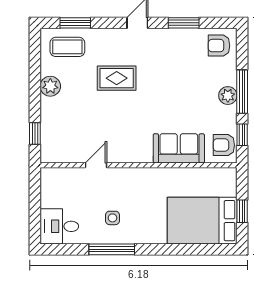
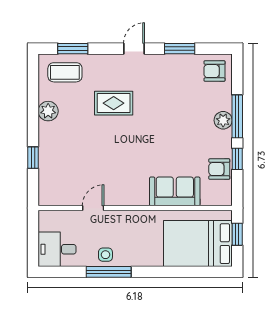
sofa: (179, 148) -> (175, 191), moved
door: (96, 165) -> (93, 208), moved
wall: (139, 165) -> (135, 208), moved
side table: (112, 218) -> (105, 255), moved

